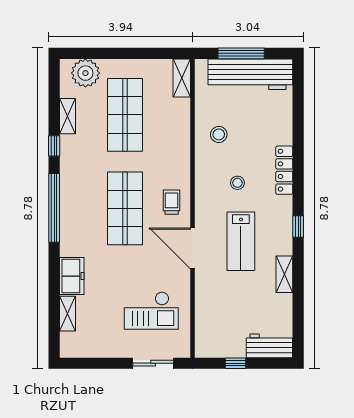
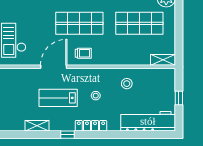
window: (241, 53) -> (179, 98), width x0.46
workbench: (250, 74) -> (148, 121), moved, turned 90
locker: (284, 170) -> (91, 126), moved

